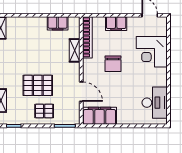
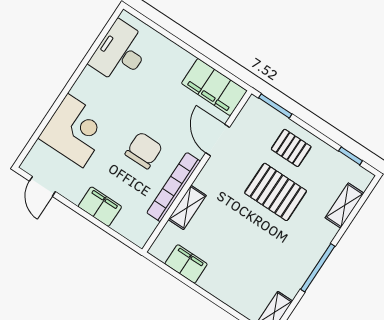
bookcase: (87, 37) -> (174, 187), moved

